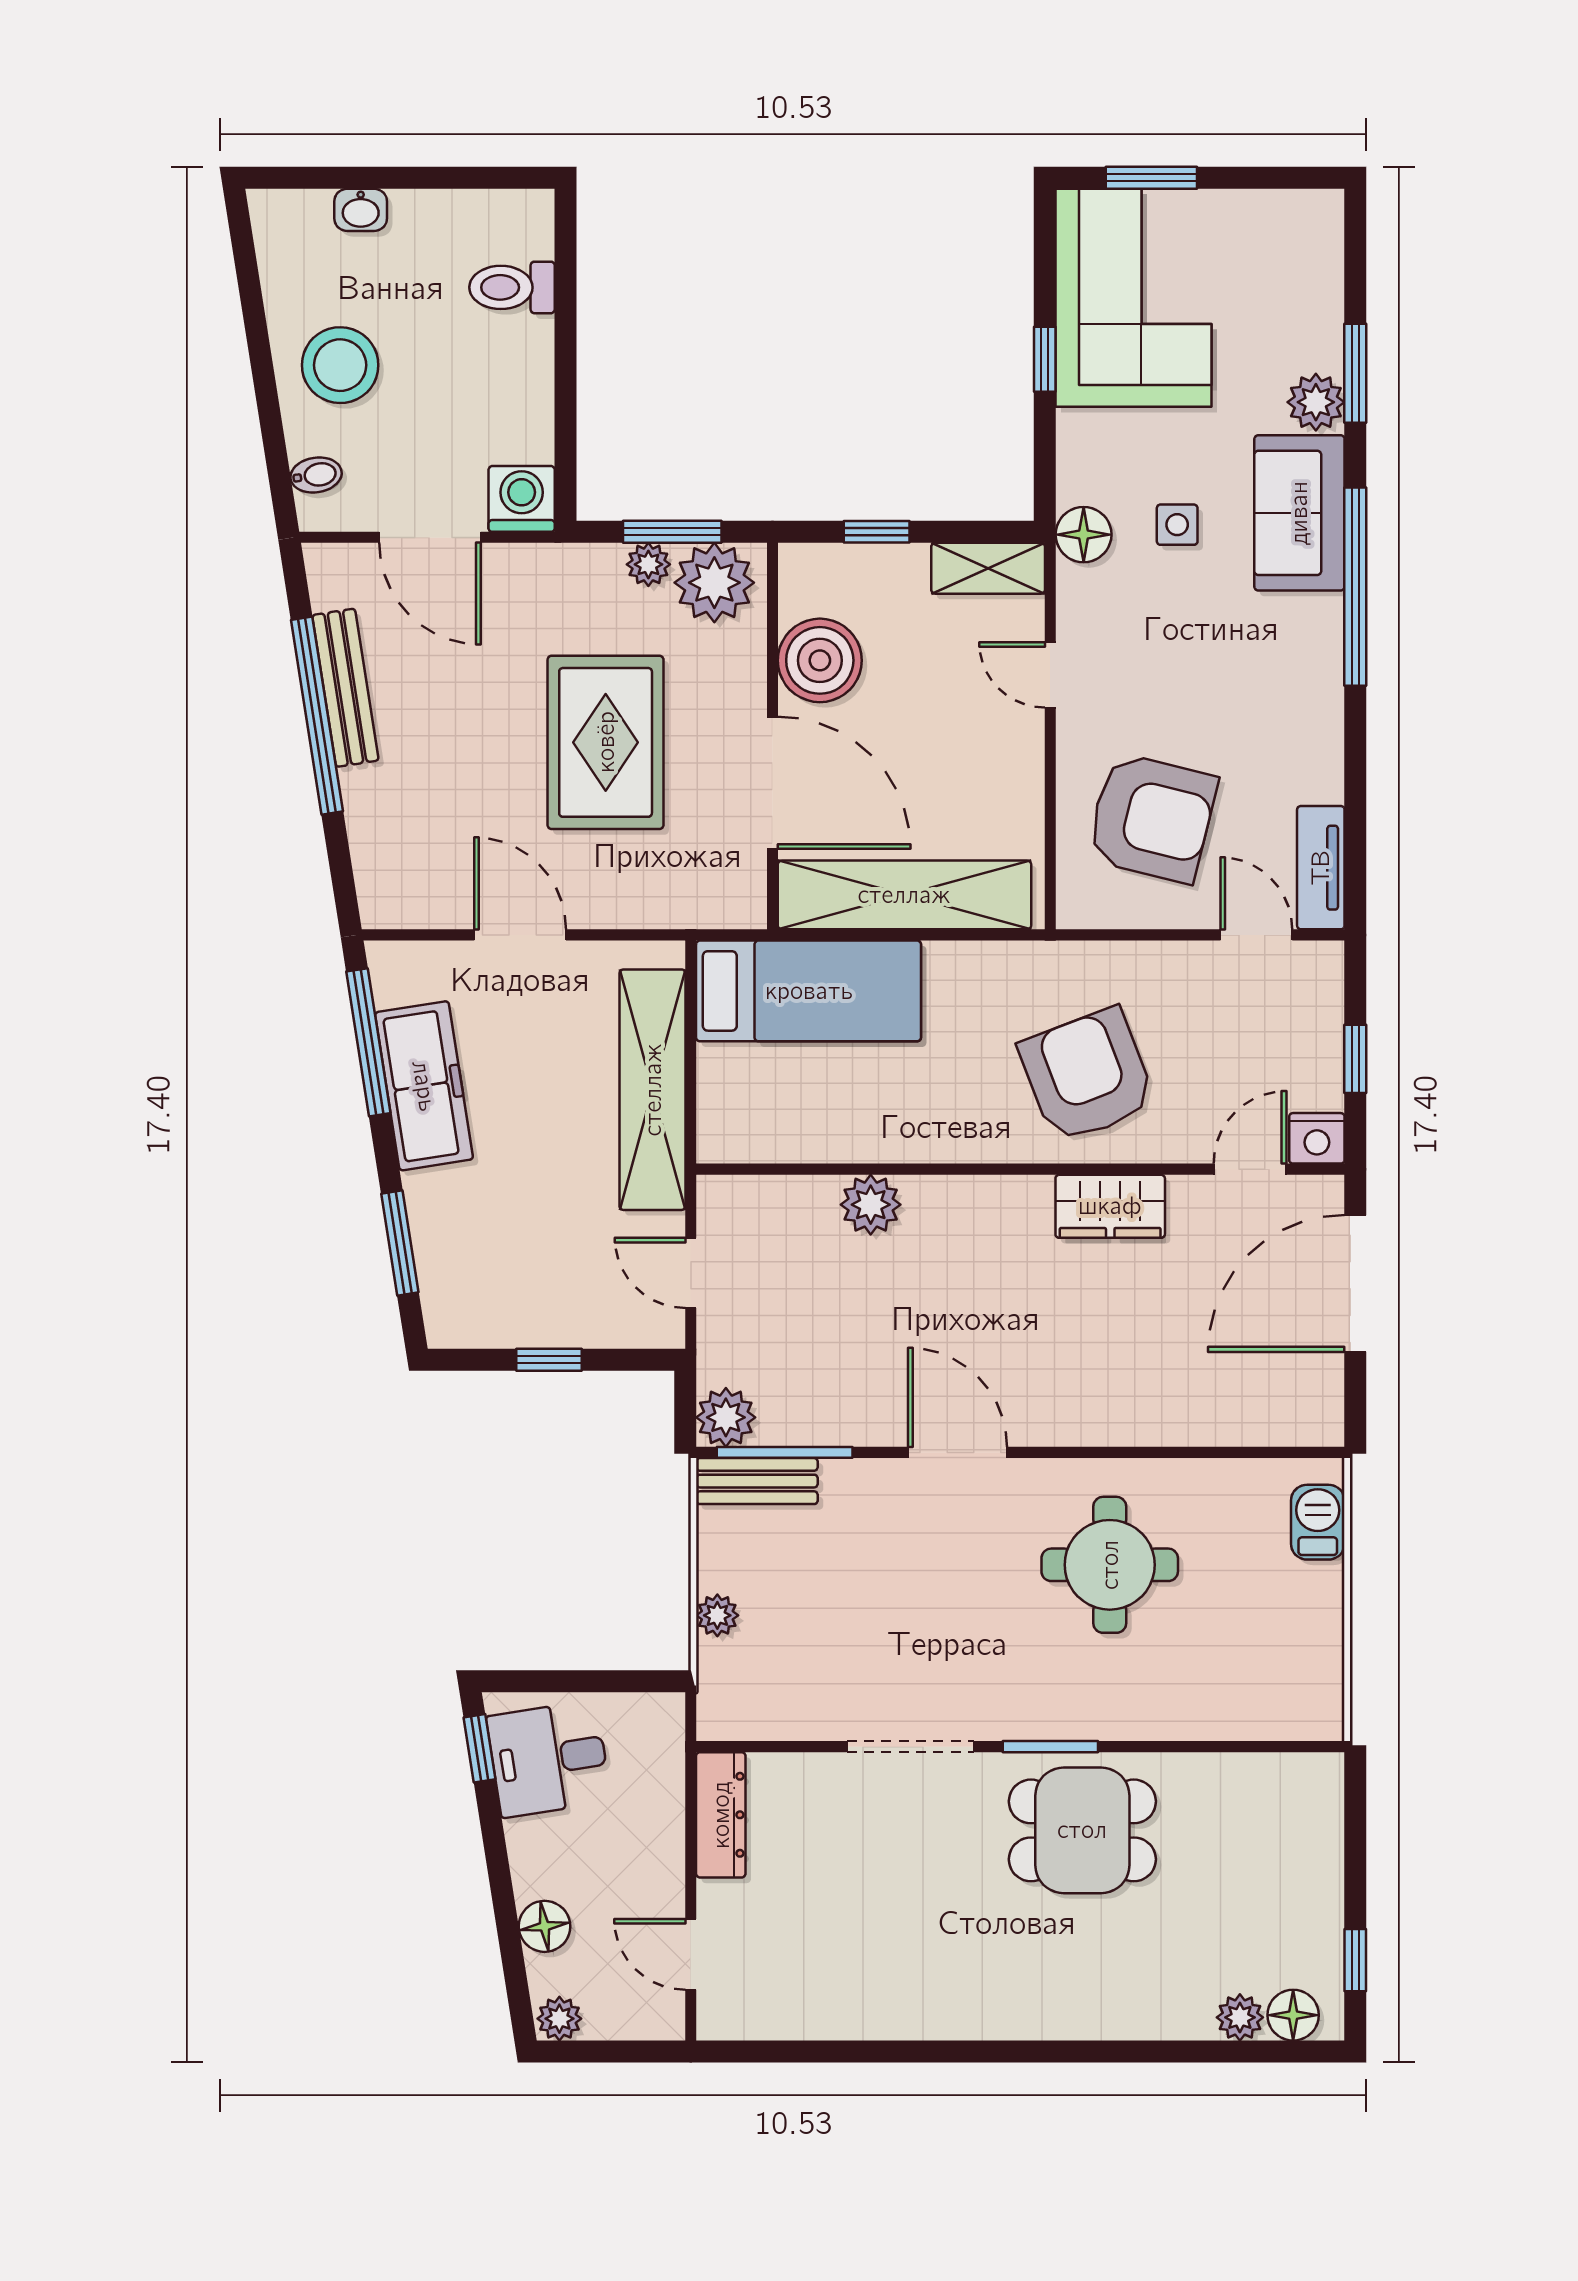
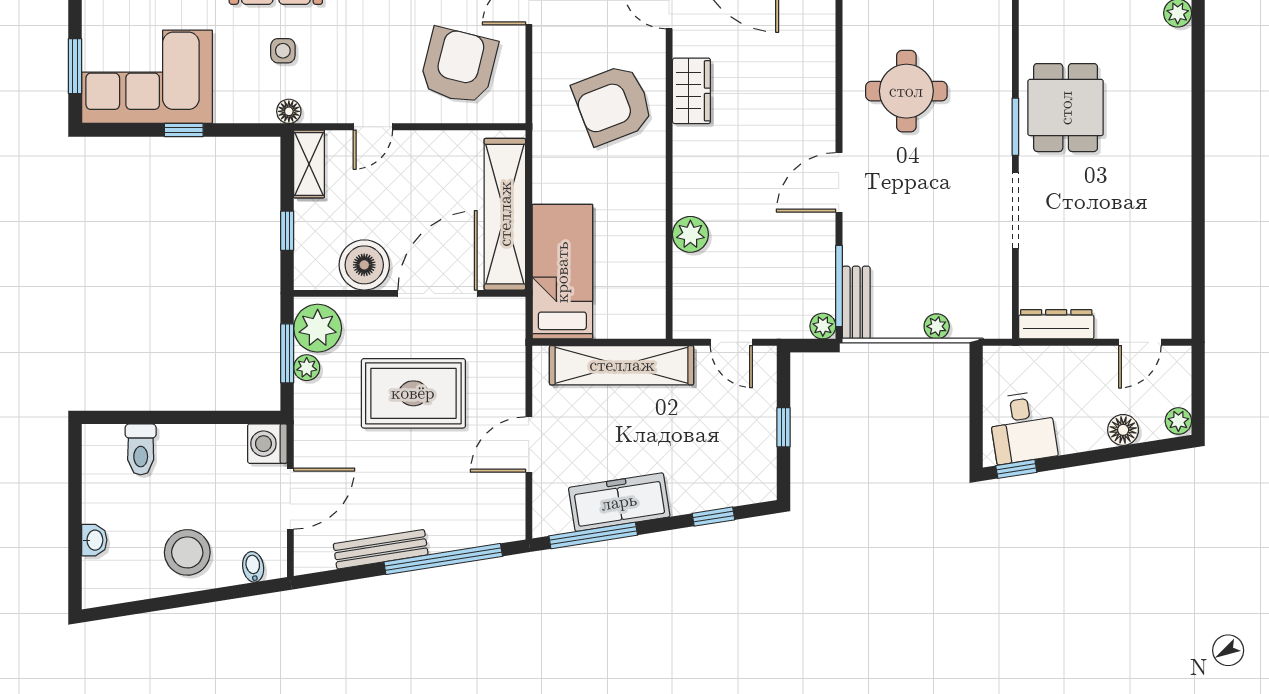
floor lamp: (1084, 535) -> (289, 111), width x0.73, depth x0.73
window: (317, 716) -> (443, 559), moved
window: (400, 1243) -> (713, 517), width x0.67
door: (691, 1273) -> (731, 342), hinge flipped
plant: (726, 1417) -> (823, 326), width x0.73, depth x0.73

